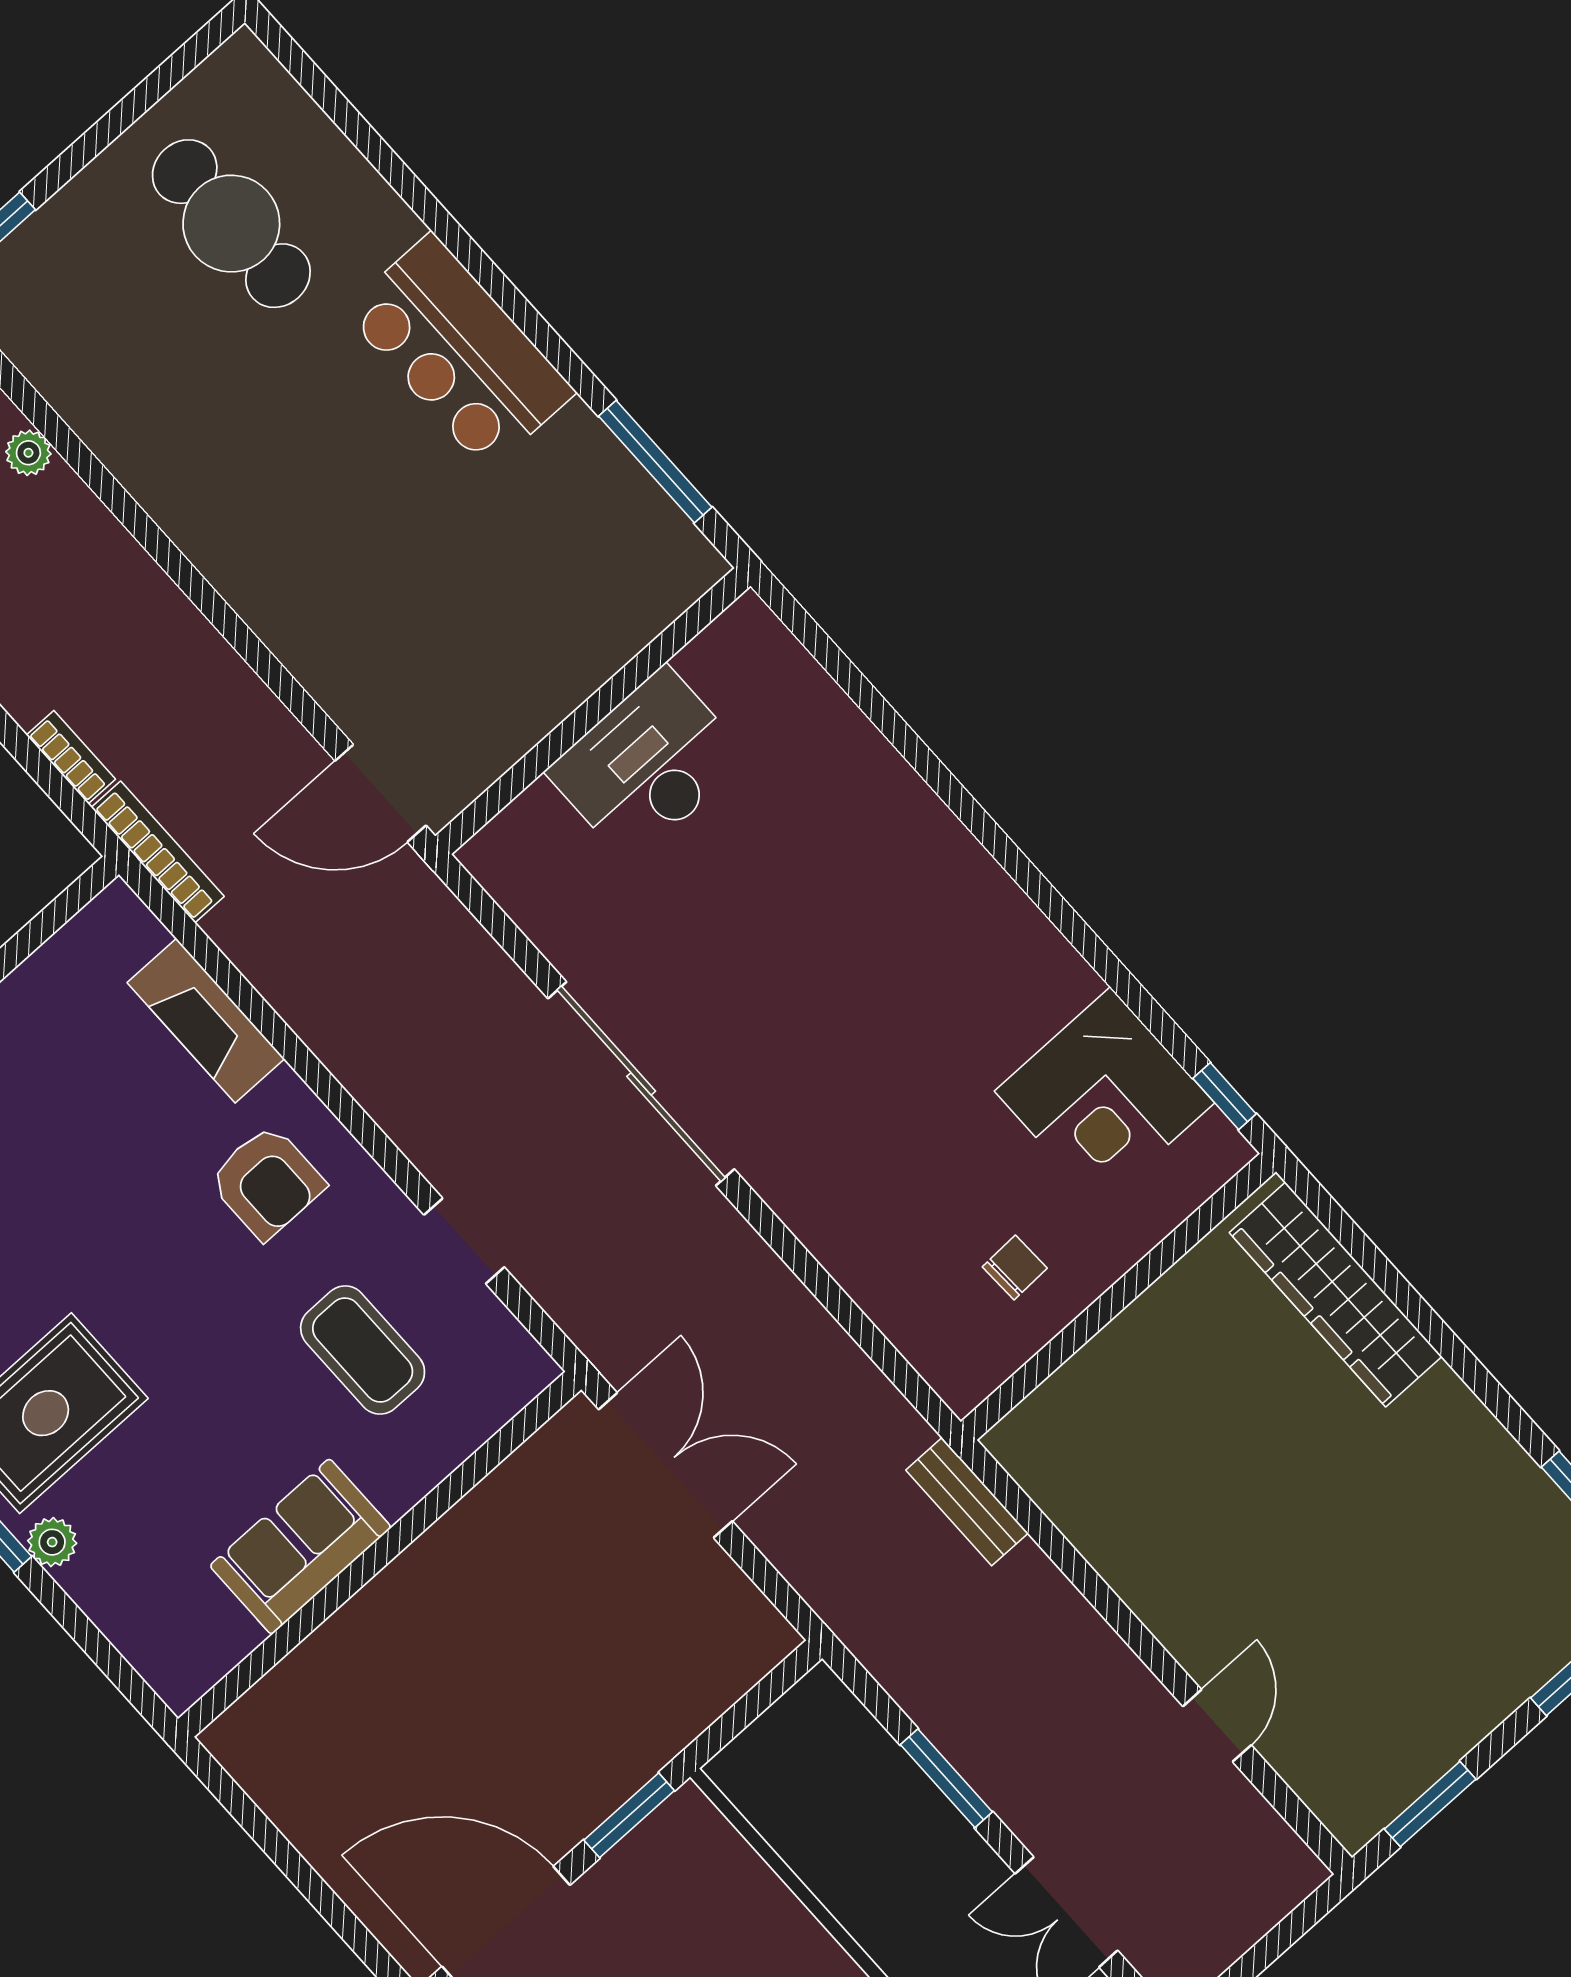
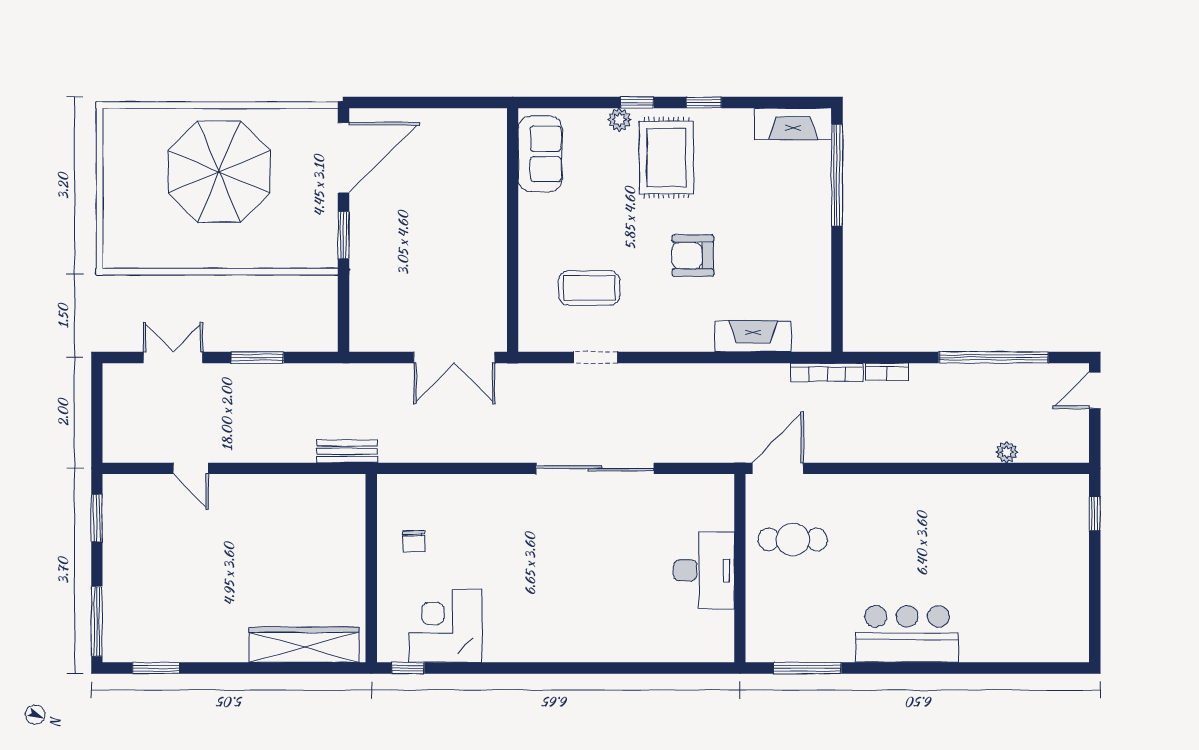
cafe table: (231, 224) -> (793, 539), moved, width x0.73, depth x0.74
armchair: (267, 1182) -> (693, 256), moved
sofa: (301, 1547) -> (540, 154), moved

